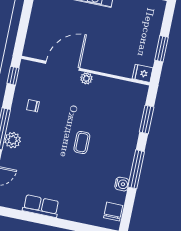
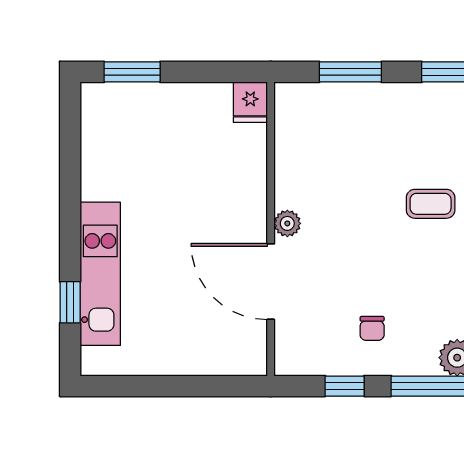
window: (161, 49) -> (132, 72), moved
window: (13, 76) -> (345, 386), moved

